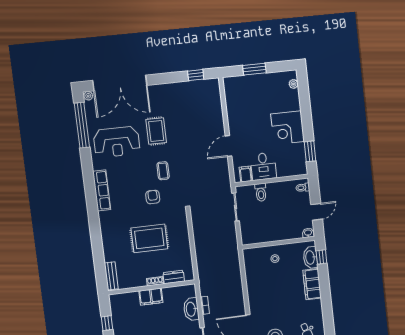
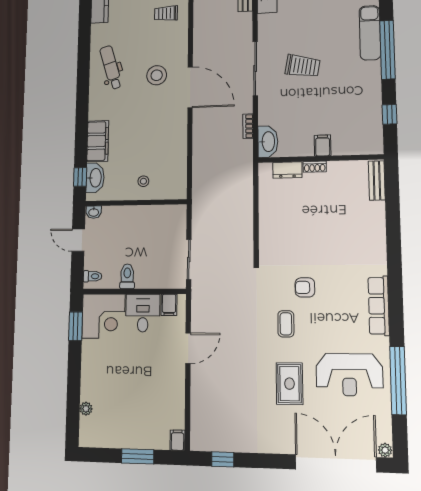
filing cabinet: (228, 84) -> (178, 440), added
plant: (293, 84) -> (86, 409), moved
window: (82, 125) -> (398, 380), moved
corner desk: (288, 128) -> (103, 316), moved, turned 90
reception desk: (117, 142) -> (349, 375), turned 180
toilet: (261, 192) -> (127, 276), moved
armchair: (153, 197) -> (305, 287), turned 90
door: (317, 212) -> (78, 240), hinge flipped
rug: (149, 238) -> (316, 228), removed
filing cabinet: (151, 297) -> (323, 145), width x0.50
washbasin: (191, 309) -> (268, 142), moved

